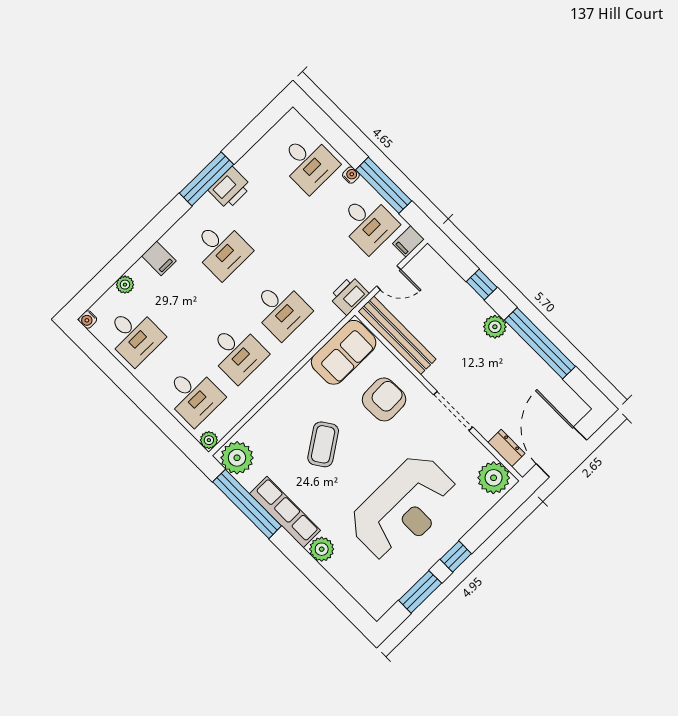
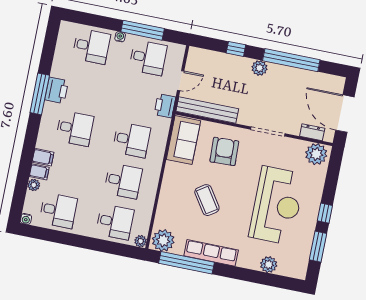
filing cabinet: (408, 241) -> (39, 172), moved, turned -90
plant: (322, 549) -> (269, 265), moved

